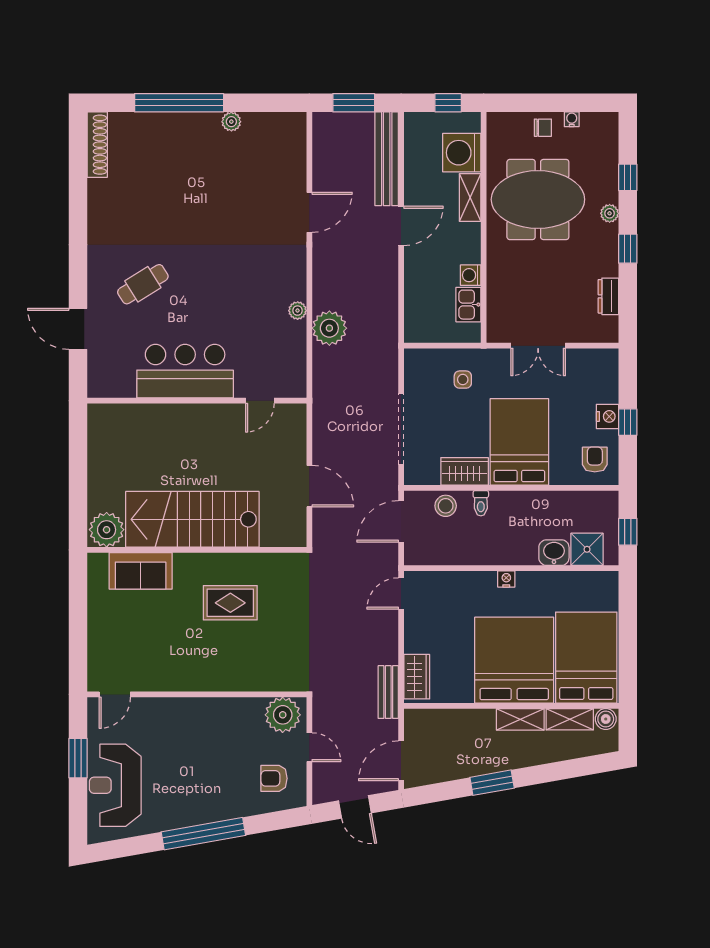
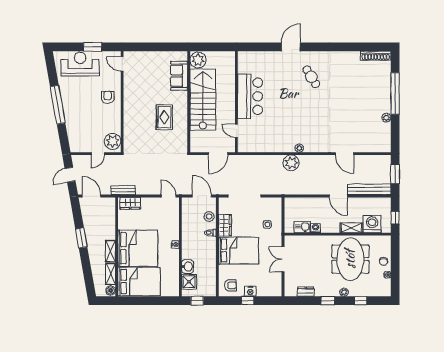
bar counter: (185, 371) -> (250, 96), moved
wall: (197, 401) -> (236, 102), moved
door: (260, 401) -> (236, 131), moved
armchair: (274, 778) -> (108, 97), moved

